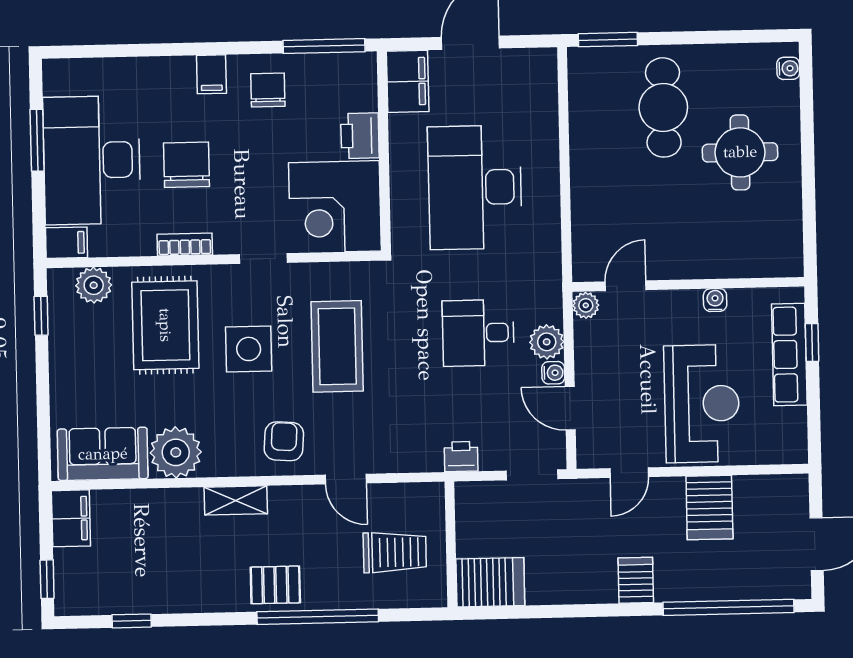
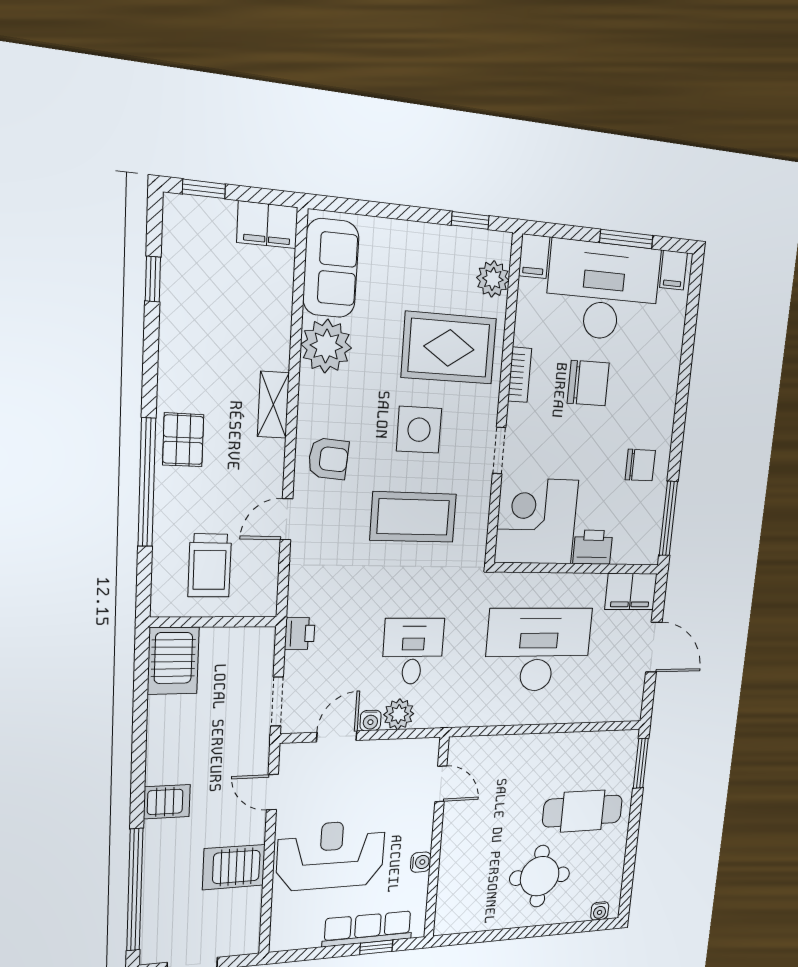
filing cabinet: (211, 74) -> (673, 270), moved, turned -90
plant: (586, 305) -> (428, 749), removed
reception desk: (702, 404) -> (331, 855), turned 180

